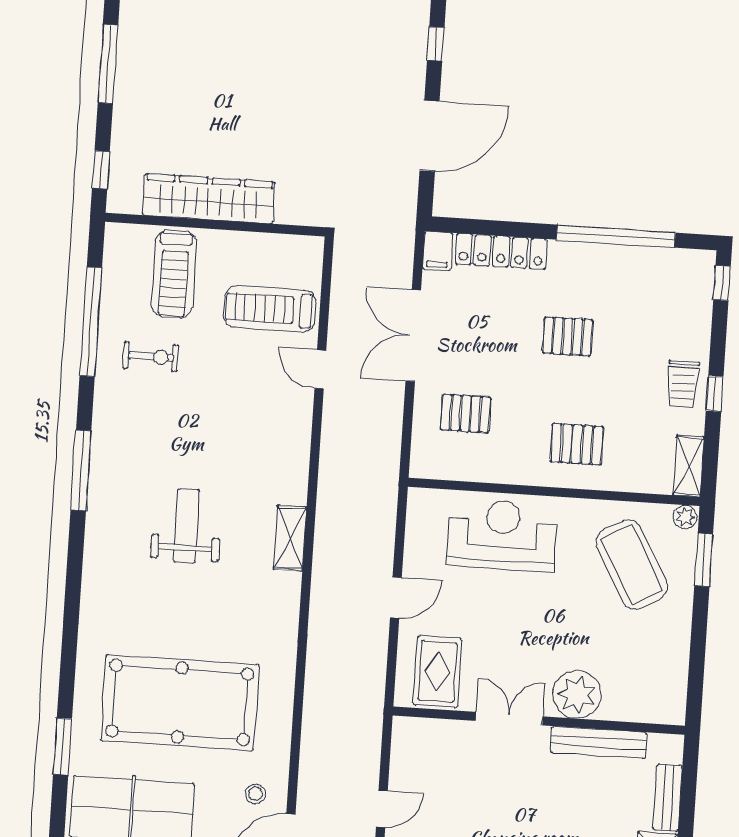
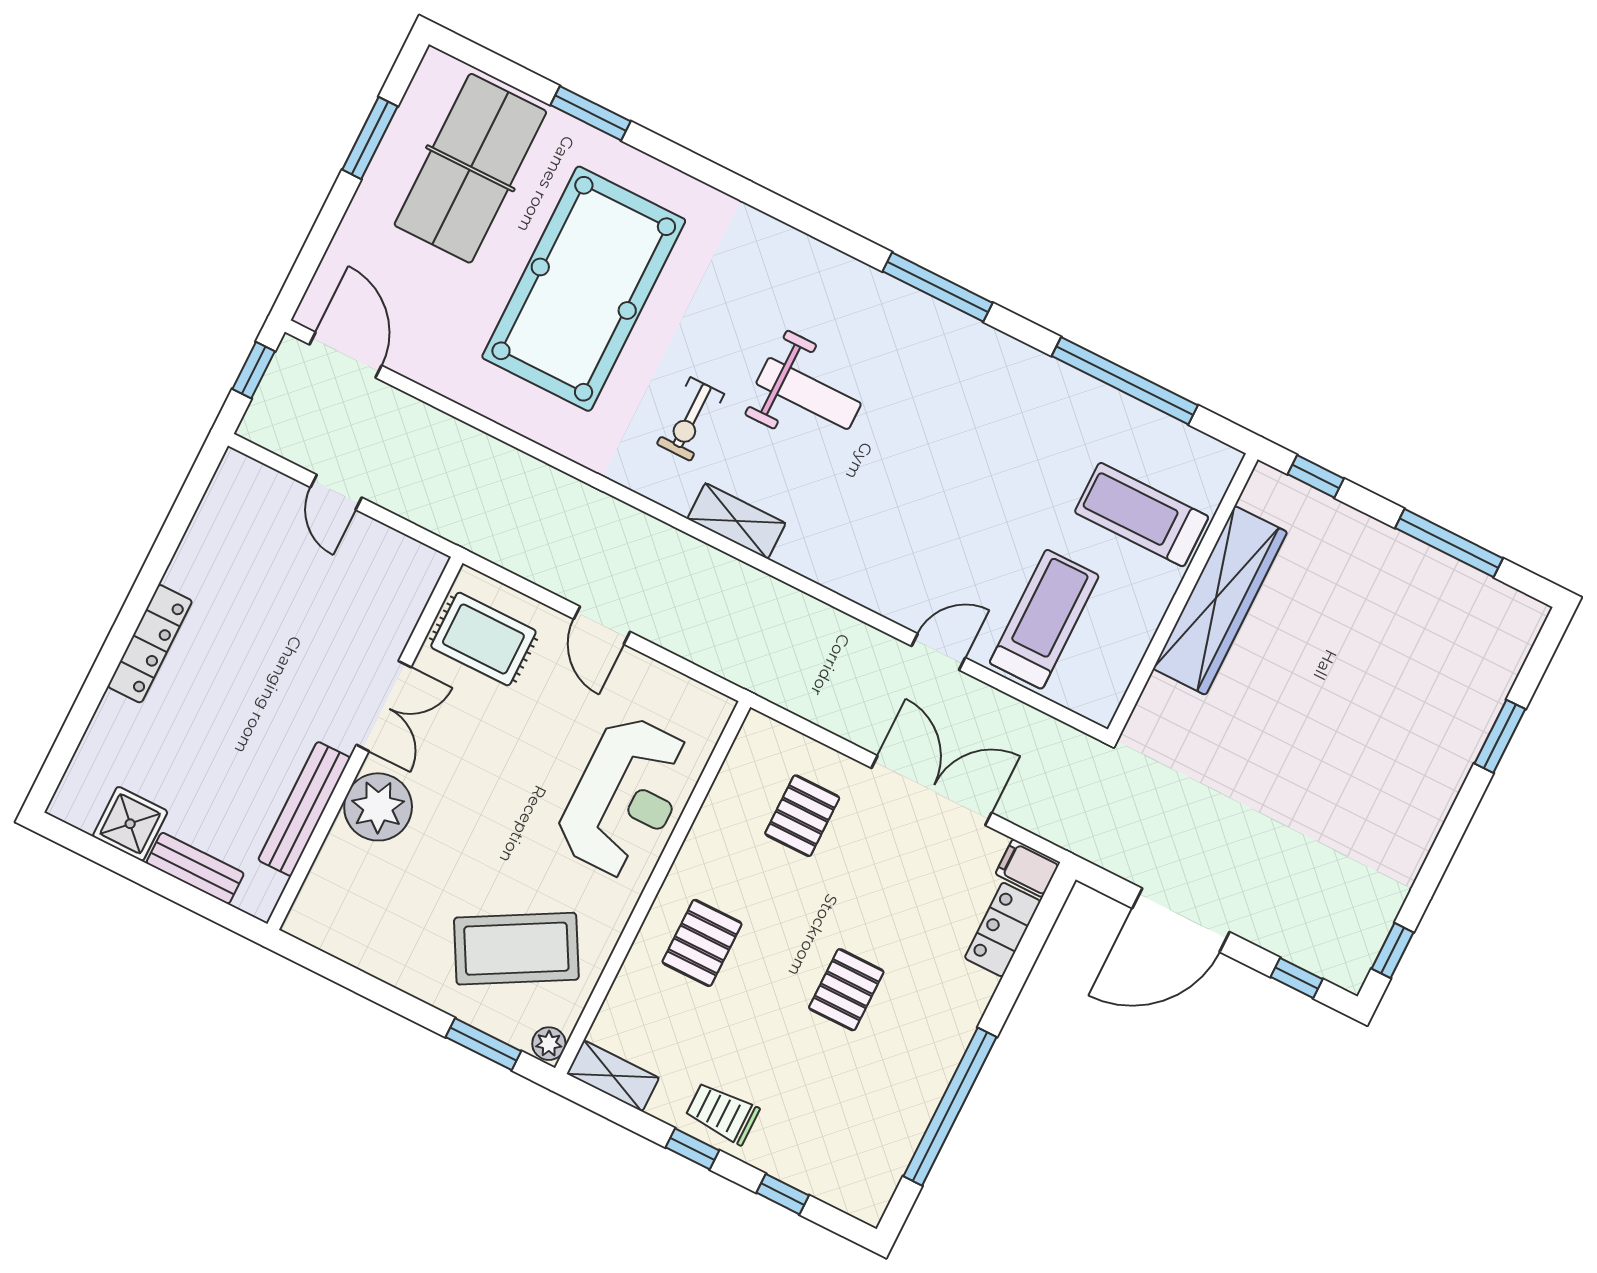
door: (430, 136) -> (1181, 920), hinge flipped
locker: (501, 251) -> (1003, 930), width x0.66
window: (722, 283) -> (783, 1194), moved
exercise bike: (151, 357) -> (690, 419), moved
stool: (255, 794) -> (424, 337), removed

